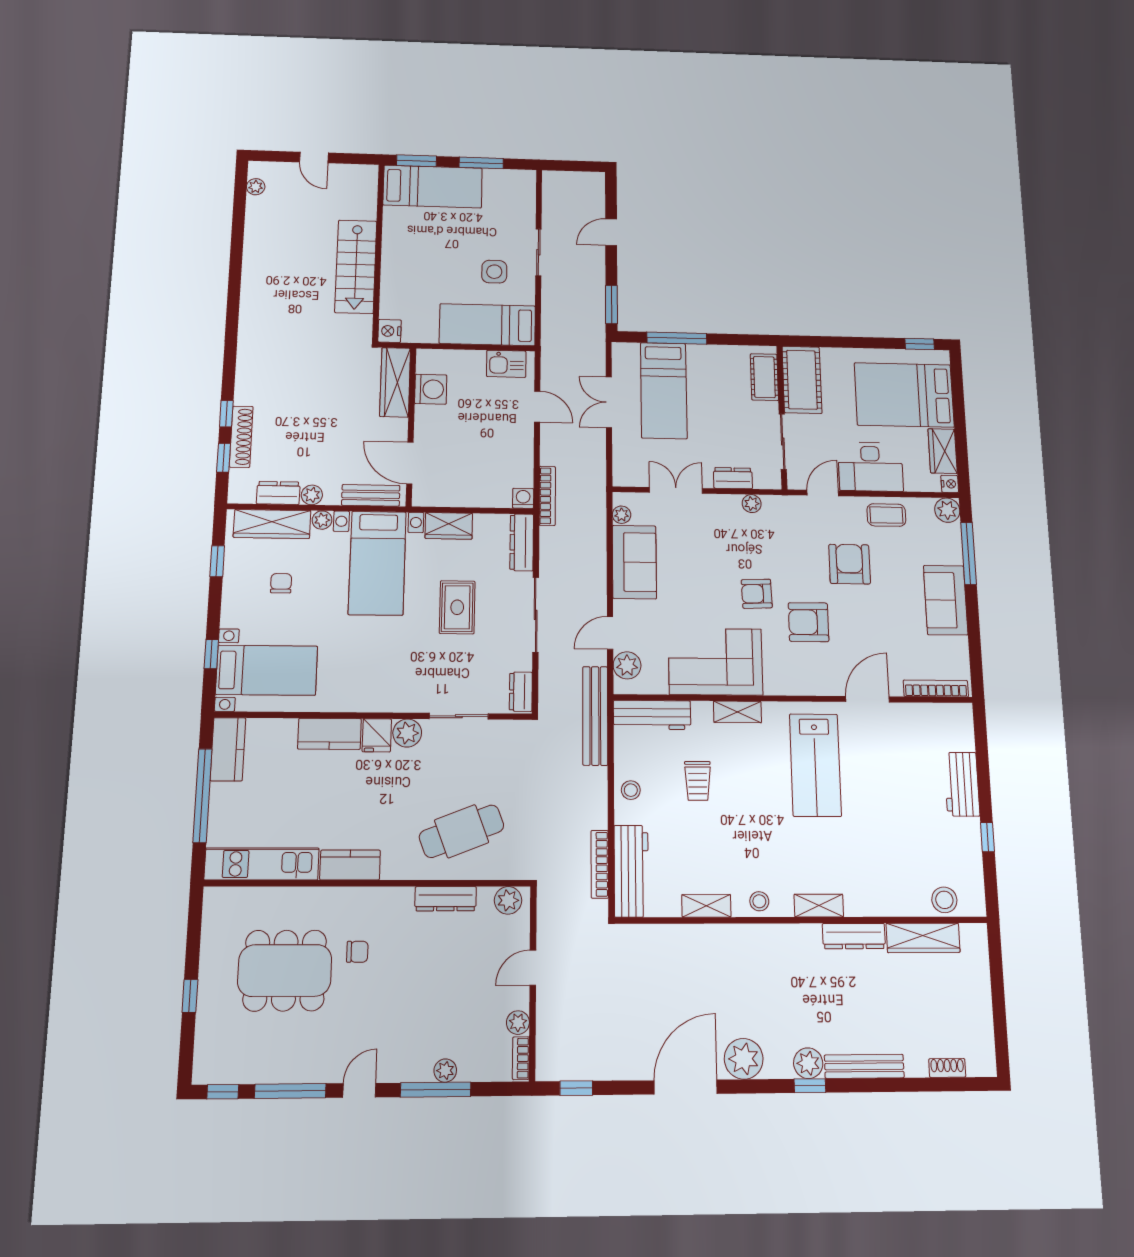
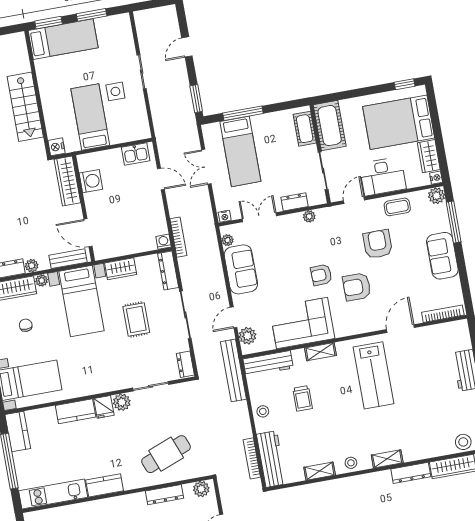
bed: (487, 325) -> (90, 117), moved, turned 90
nightstand: (624, 479) -> (225, 216), added

